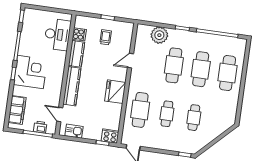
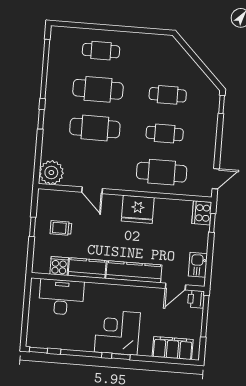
plant: (159, 35) -> (51, 173), moved
cafe table: (228, 73) -> (101, 51), width x0.73, depth x0.74
printer: (40, 127) -> (196, 299), moved

